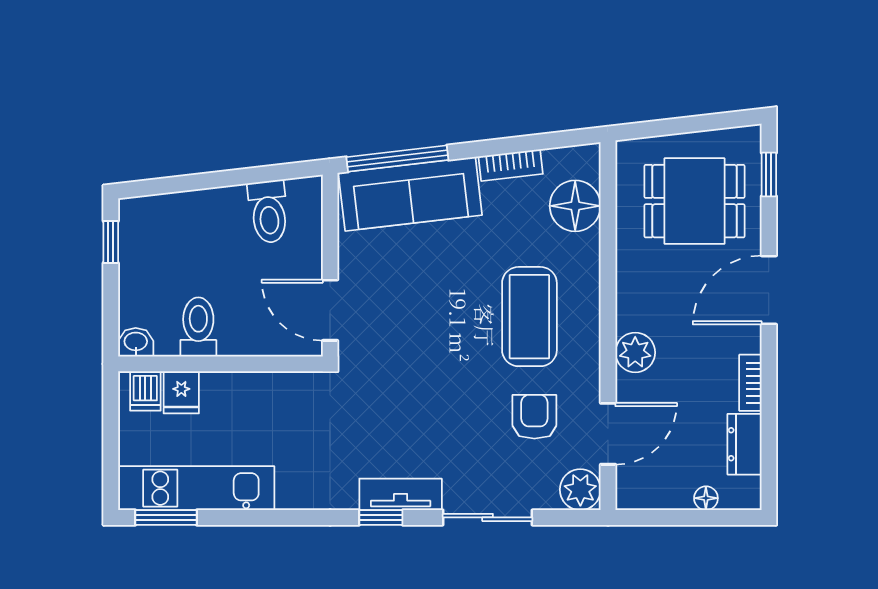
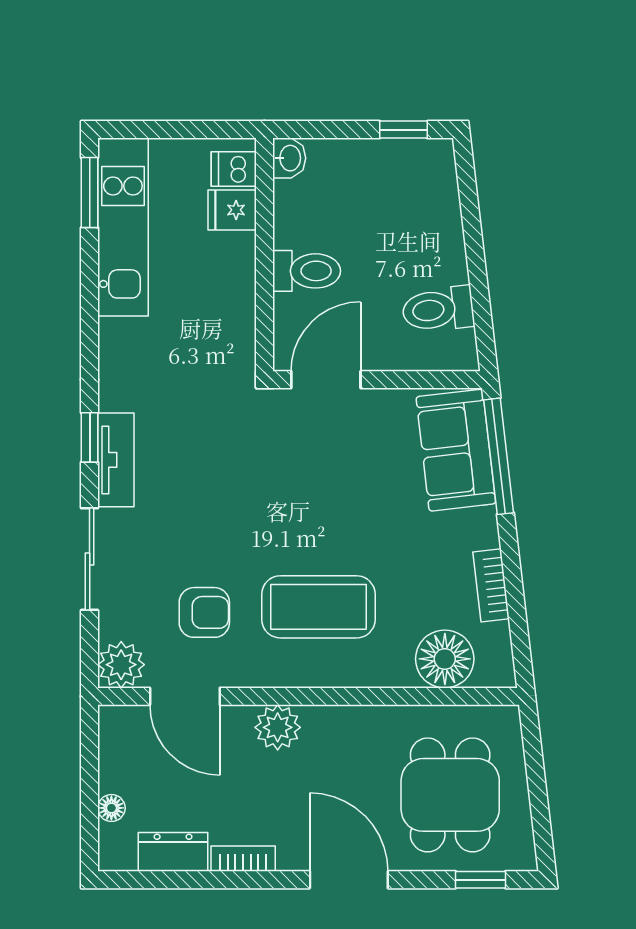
sofa: (410, 194) -> (456, 450), width x0.73
toilet: (198, 327) -> (307, 271), moved

